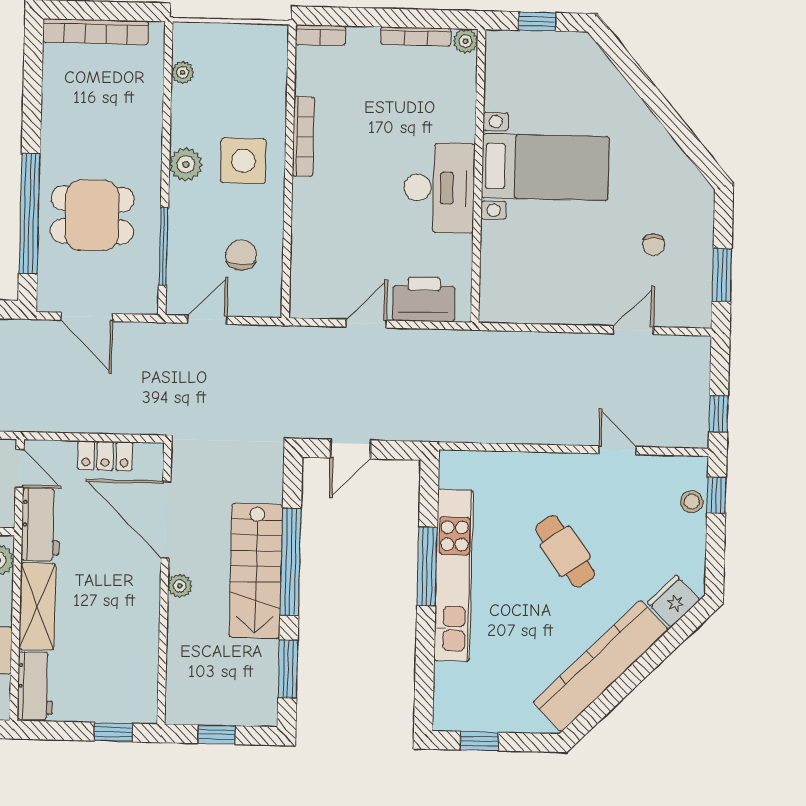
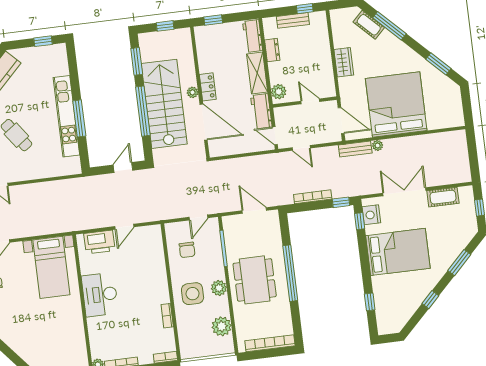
plant: (183, 72) -> (222, 326), width x1.88, depth x1.88
bookcase: (303, 137) -> (167, 316), width x0.64
bed with nightstands: (545, 167) -> (51, 267), moved, turned -90
window: (29, 213) -> (290, 273), moved
dining table: (92, 215) -> (255, 280), moved, width x1.38
locker: (105, 456) -> (208, 87), moved, turned 90
stairs: (256, 571) -> (164, 104), width x1.36, depth x1.51

